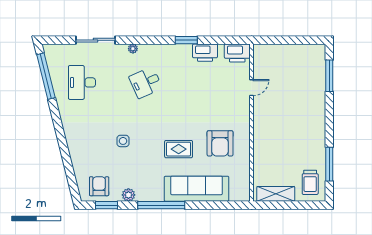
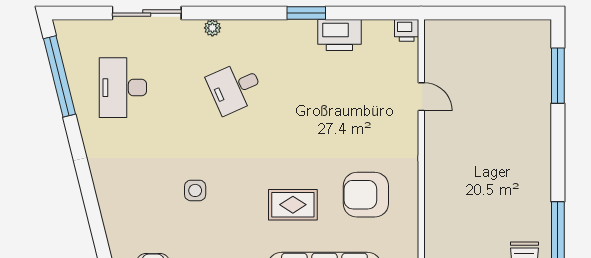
printer: (237, 53) -> (407, 30), width x0.53, depth x0.68
door: (252, 88) -> (421, 97), hinge flipped
armchair: (220, 143) -> (366, 195), turned 90

